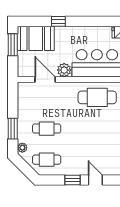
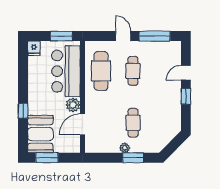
plant: (22, 148) -> (125, 148), moved
cafe table: (47, 160) -> (133, 71), moved

